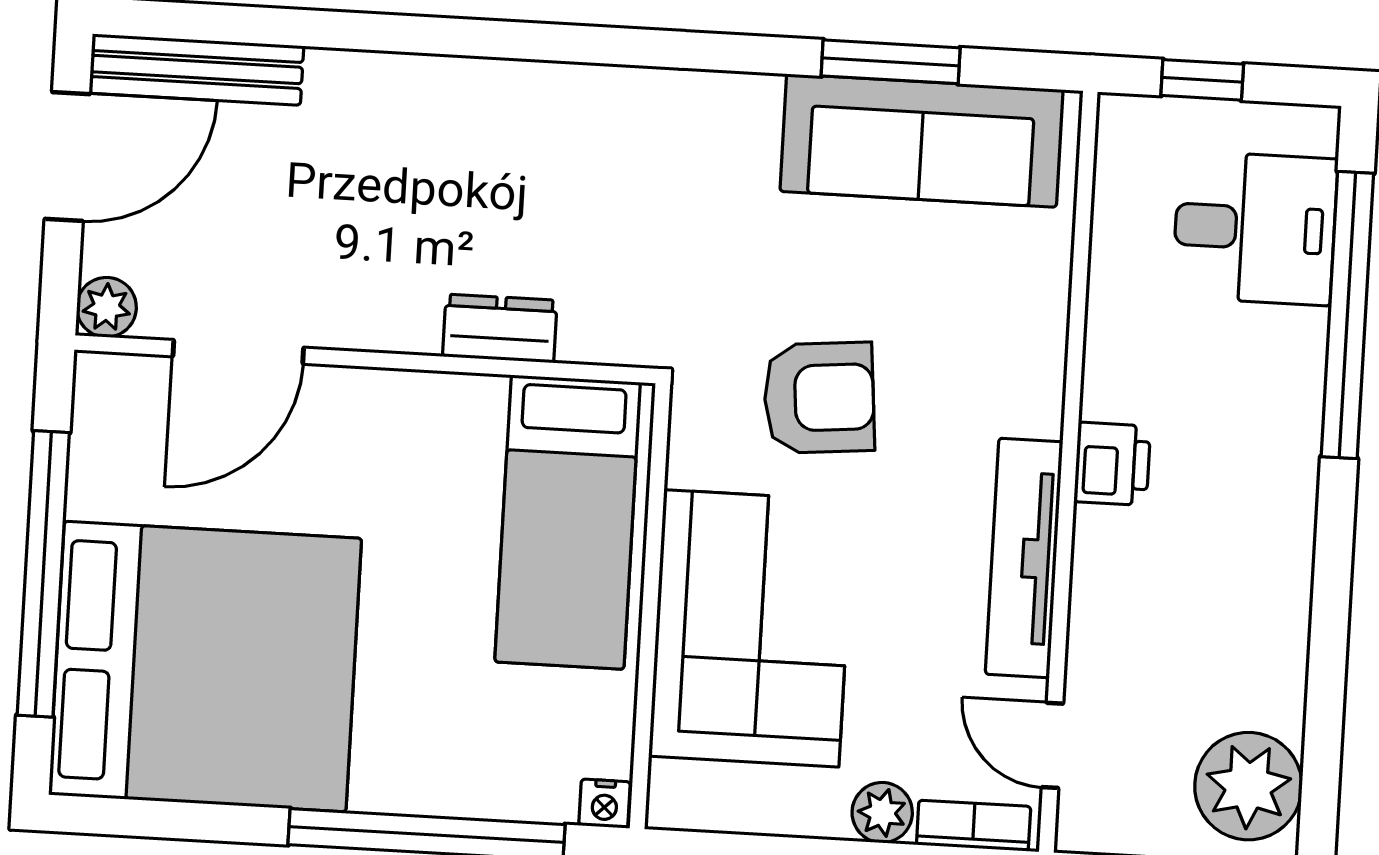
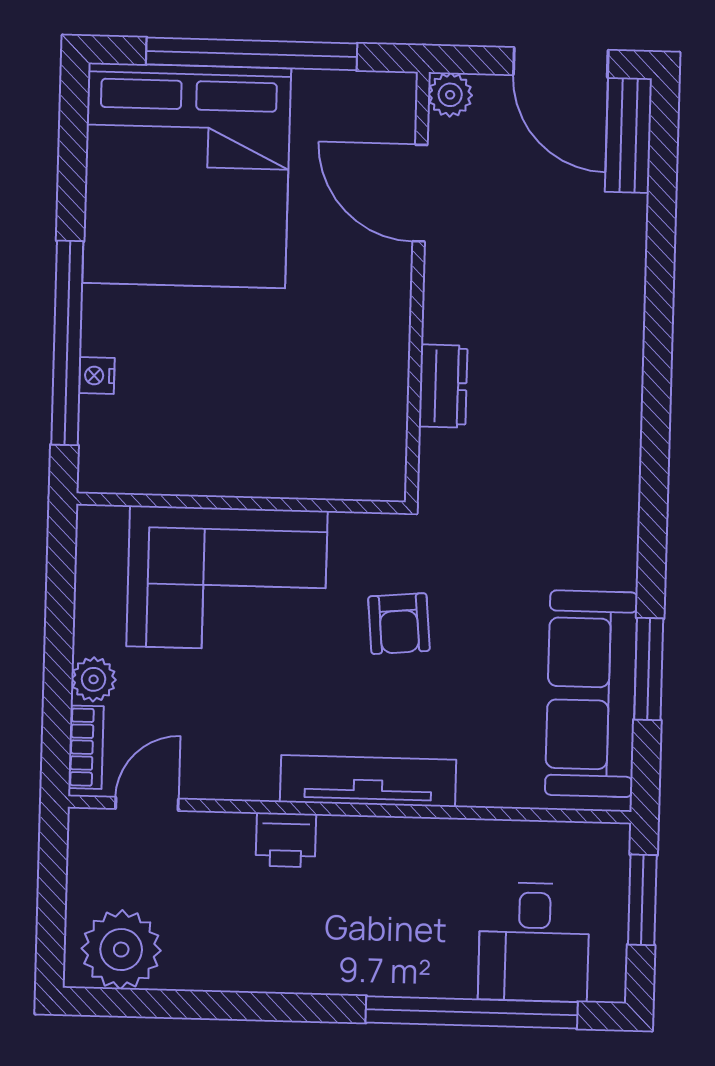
bench: (196, 70) -> (628, 135), width x0.73
window: (1202, 80) -> (642, 900), width x1.50
armchair: (819, 398) -> (399, 624), width x0.72, depth x0.72
printer: (1112, 464) -> (286, 840), moved
bed: (568, 522) -> (301, 440), removed
tv unit: (1024, 558) -> (368, 781), moved
nightstand: (605, 804) -> (97, 376), moved

